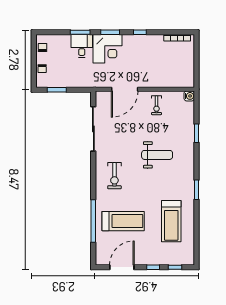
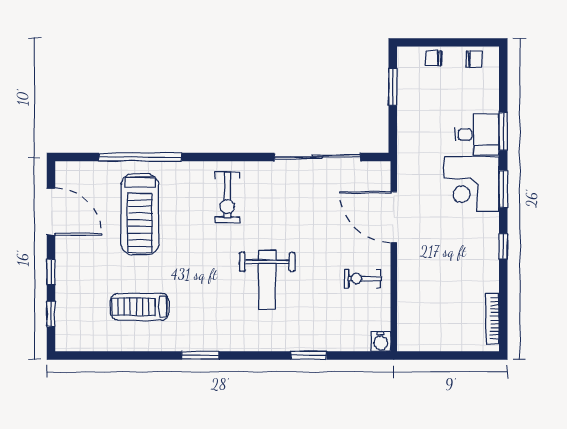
exercise bike: (114, 176) -> (227, 198), turned -90
treadmill: (171, 221) -> (140, 307), width x0.73, depth x0.73

